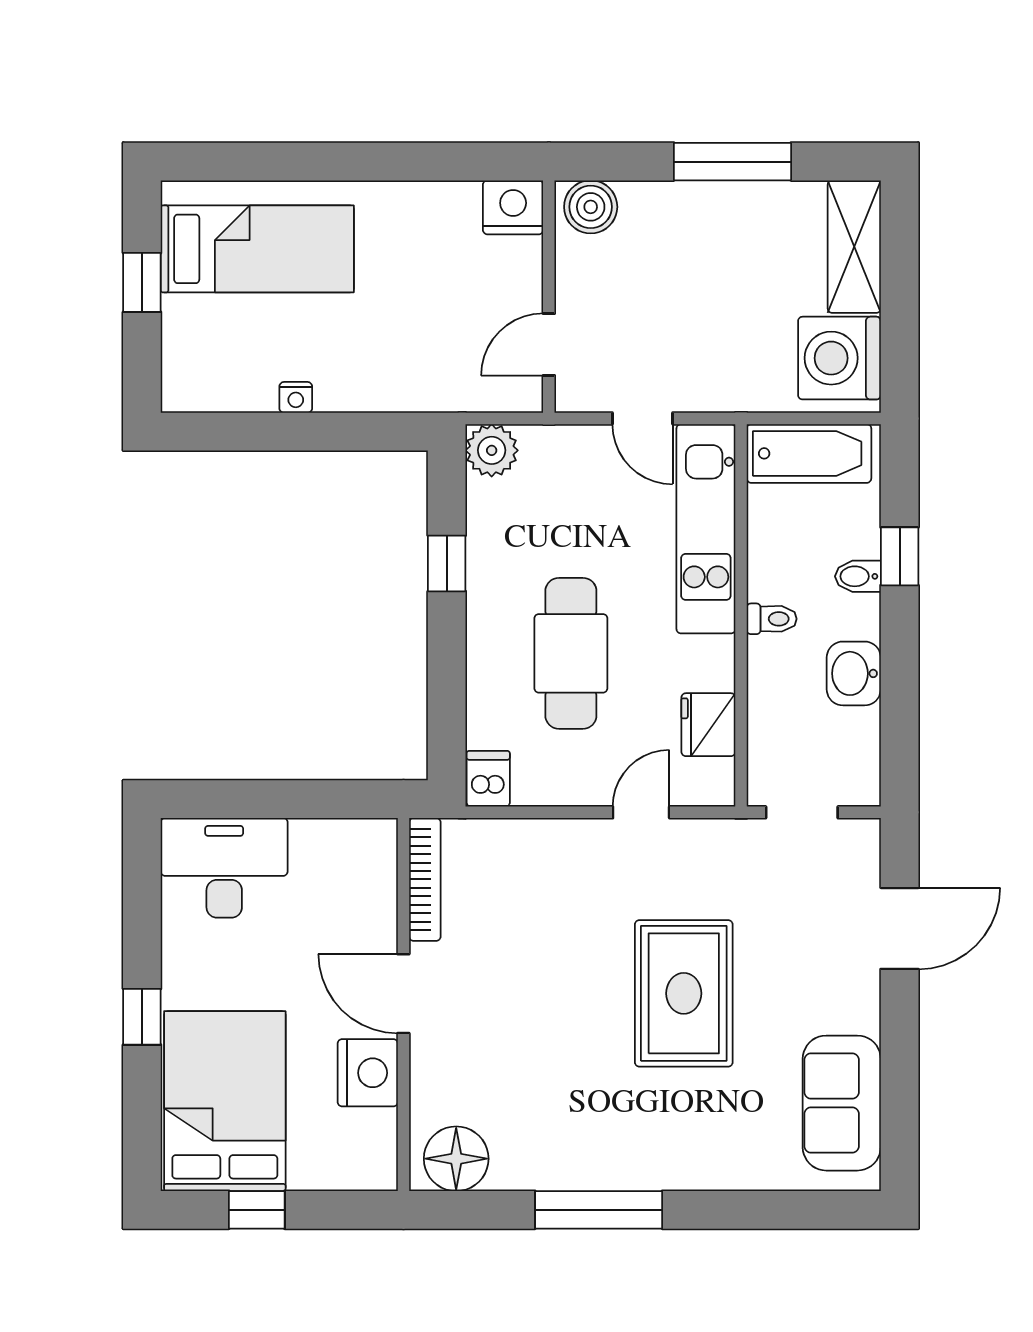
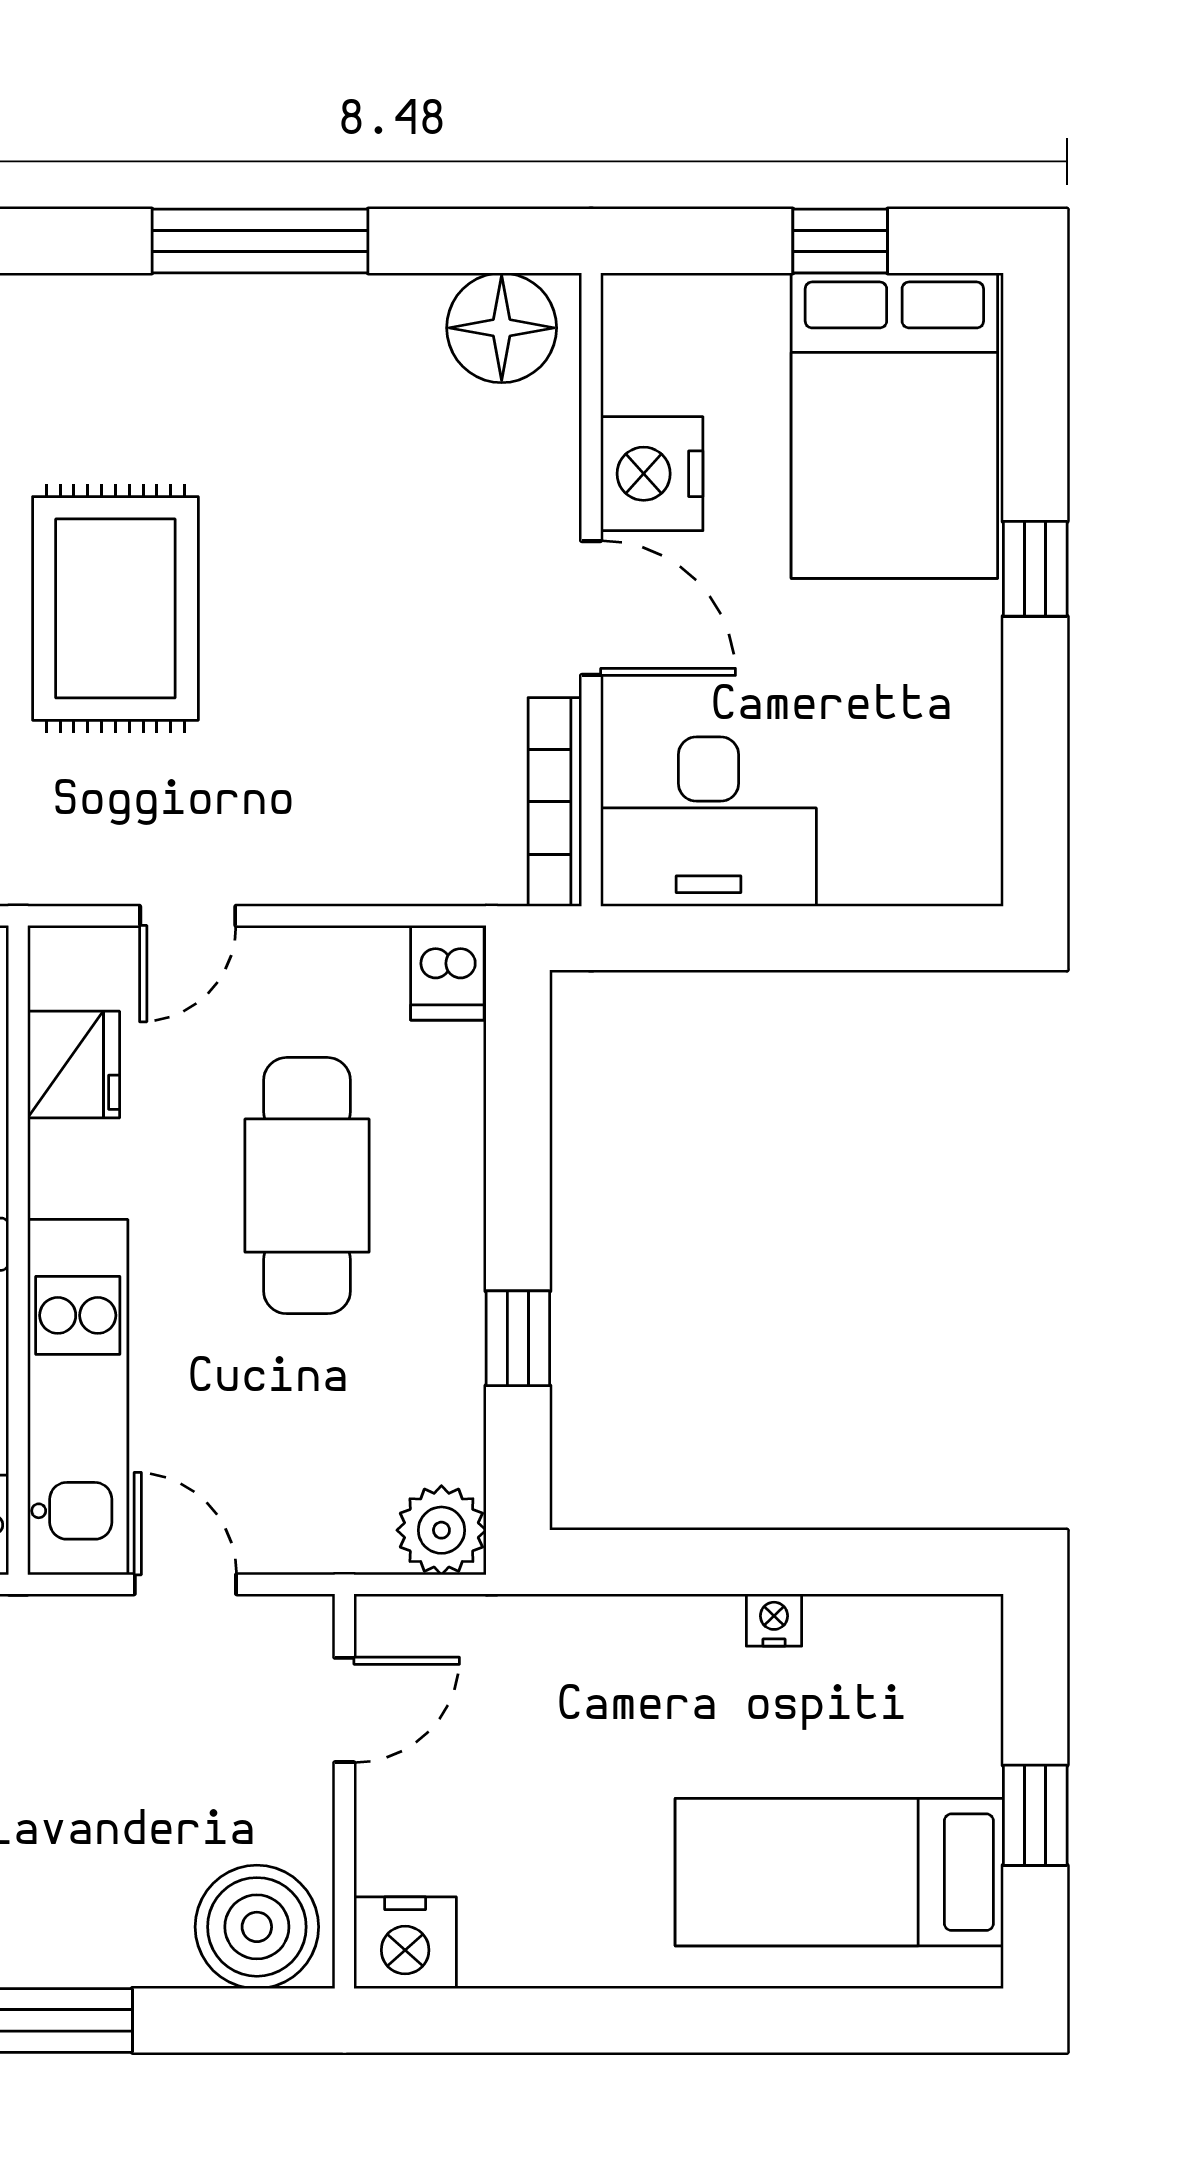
boiler: (591, 207) -> (257, 1927), width x1.37, depth x1.37
desk: (224, 868) -> (709, 822), moved

